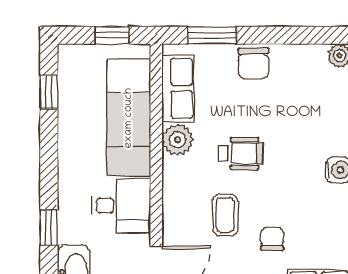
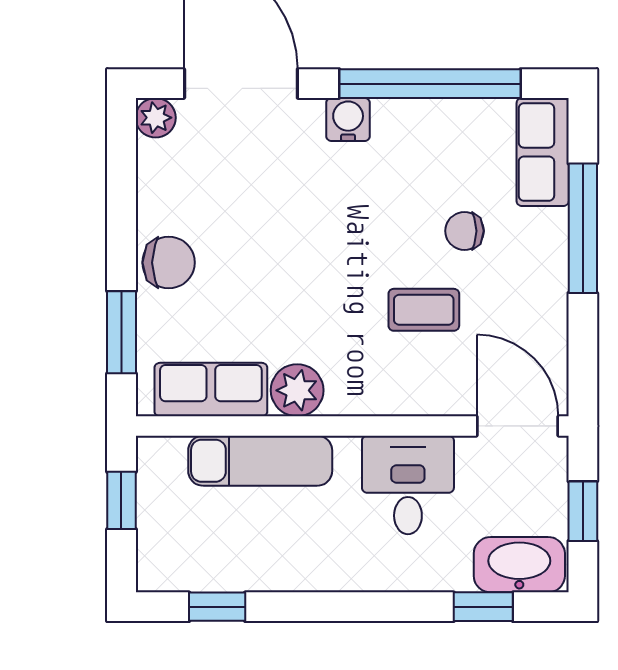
exam couch: (129, 118) -> (260, 461), width x0.73, depth x0.69
wheelchair: (241, 154) -> (321, 283), removed
window: (49, 228) -> (483, 607), moved

